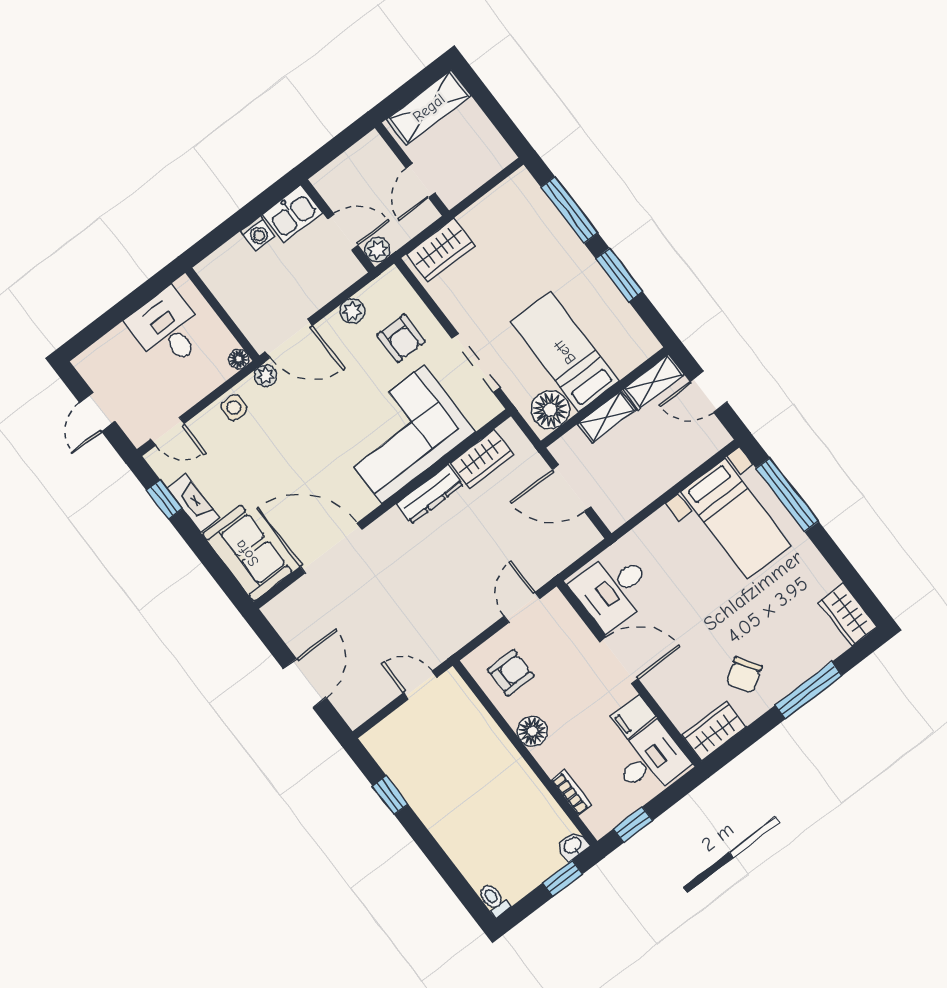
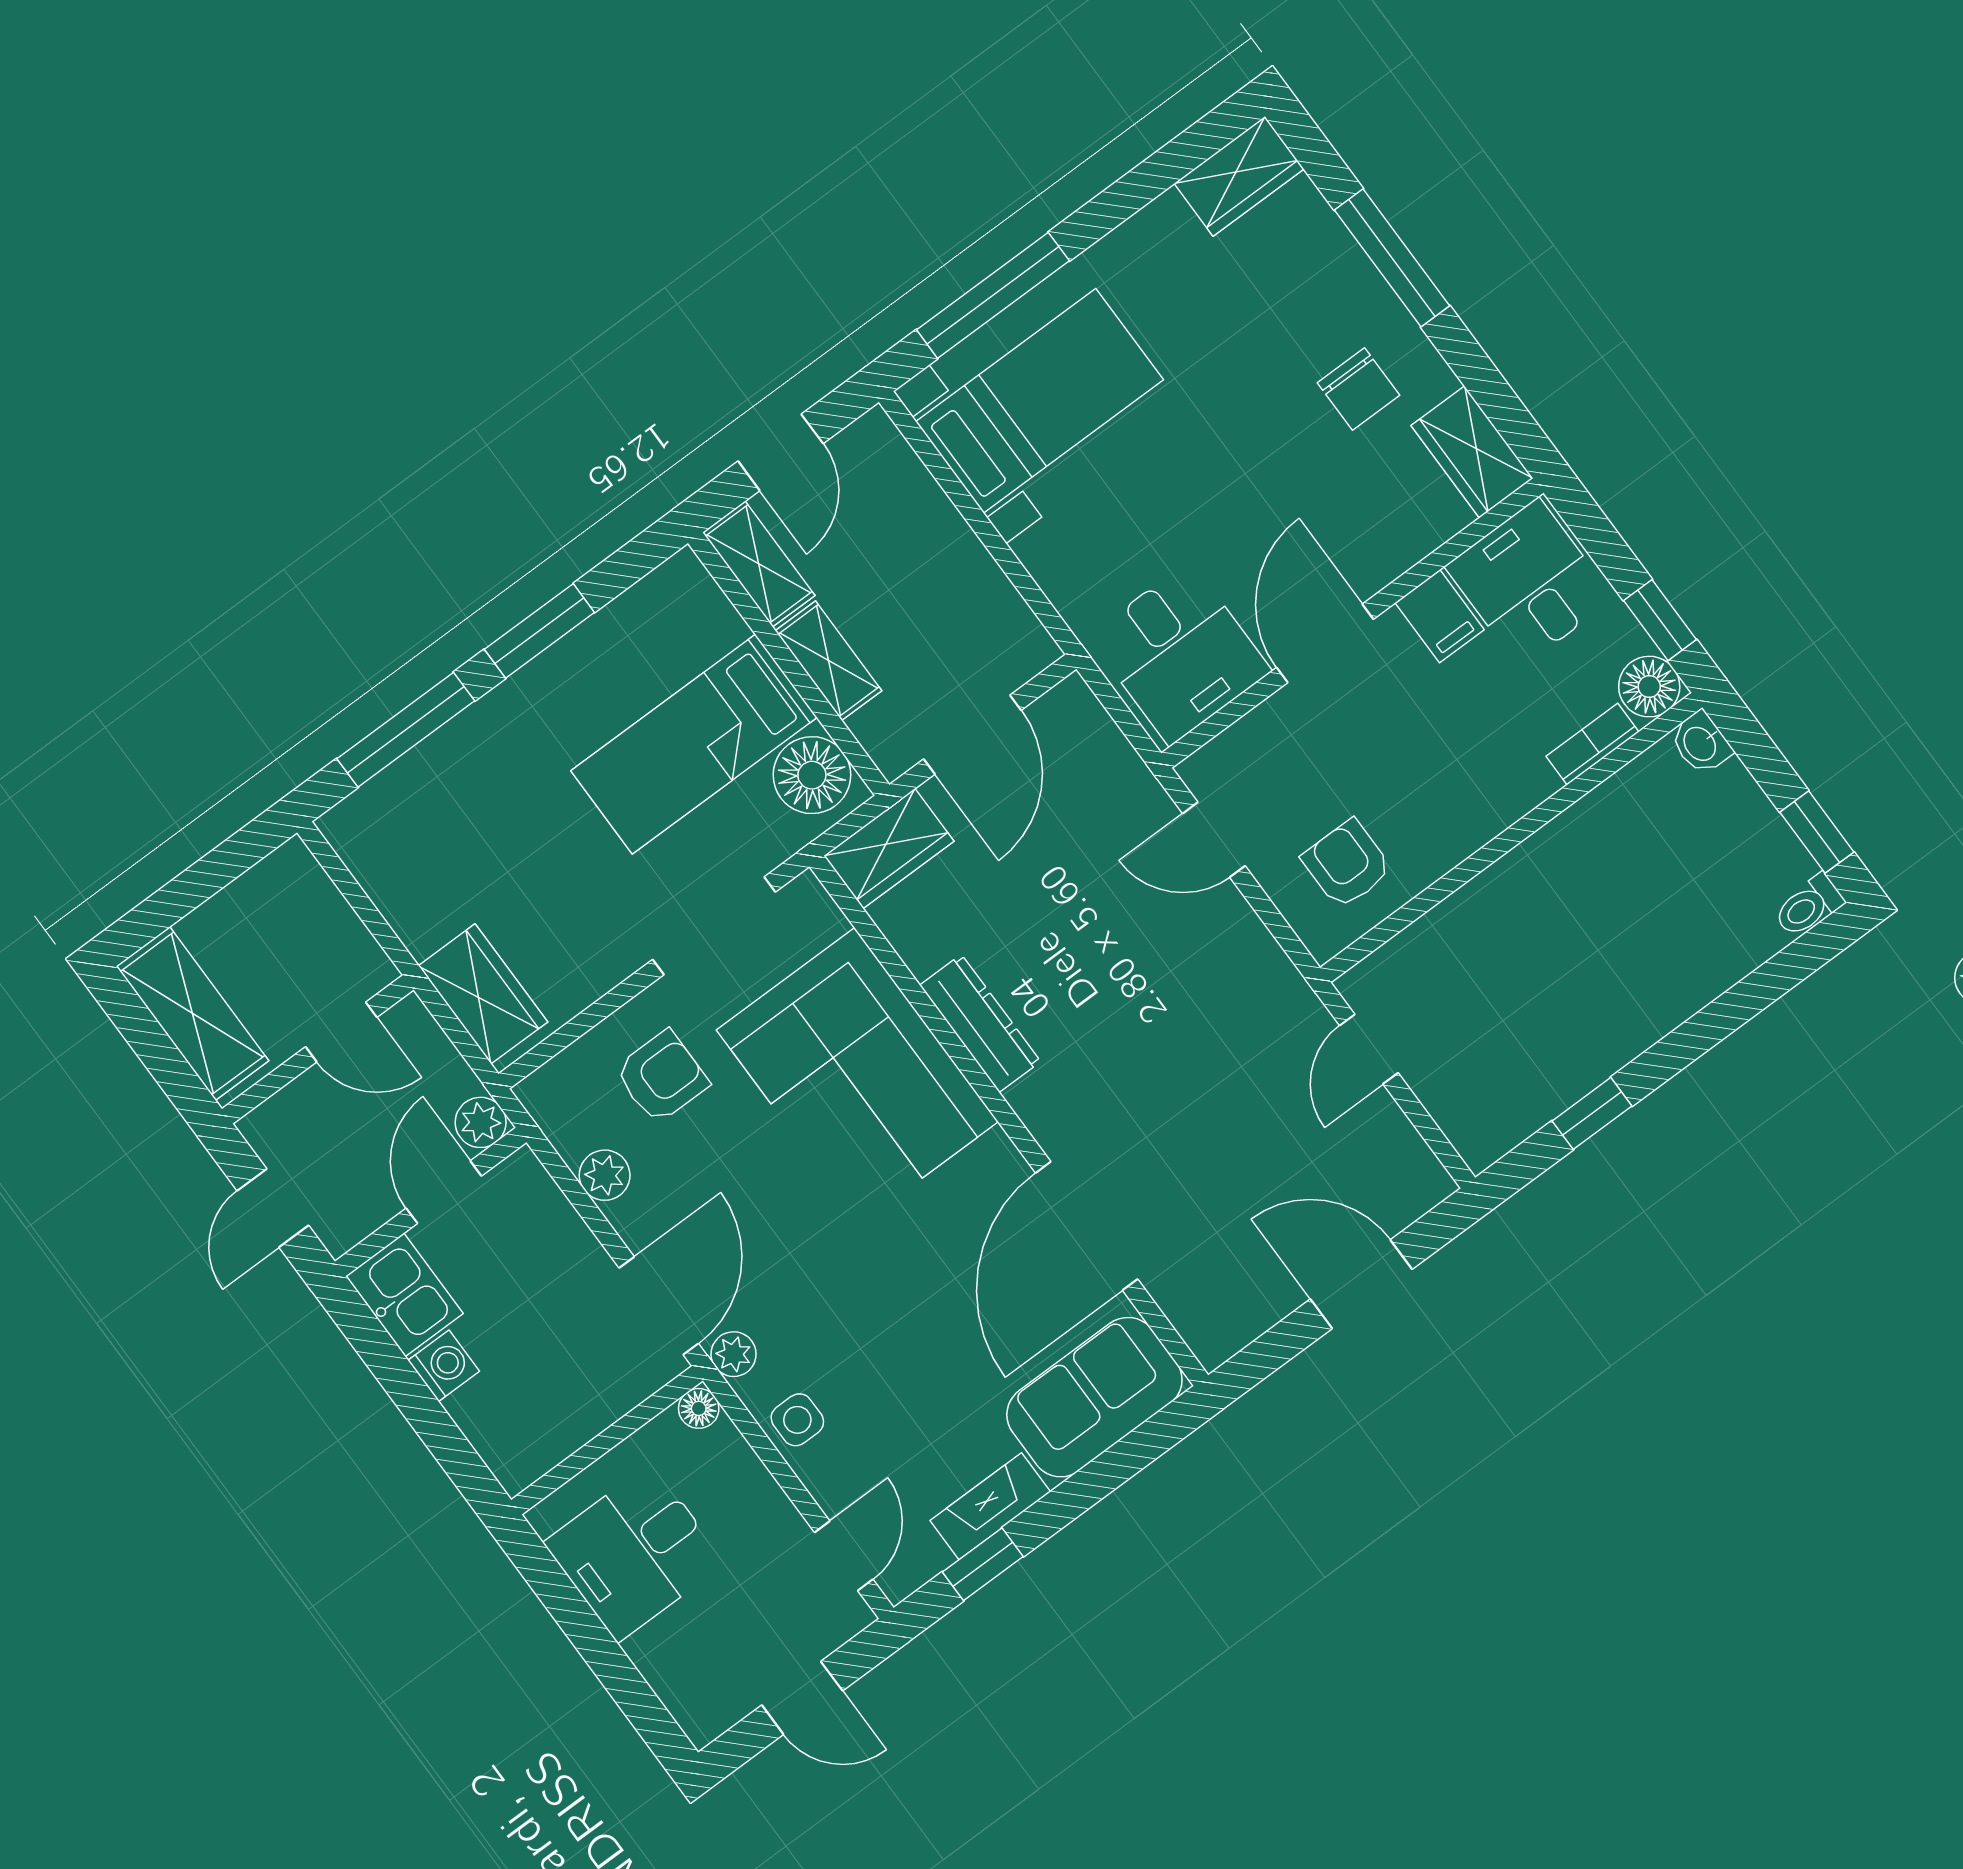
door: (334, 148) -> (273, 1208), added
wardrobe: (482, 459) -> (889, 848), moved, turned 90
chair: (744, 675) -> (1359, 389), turned 34
floor lamp: (532, 731) -> (1649, 687), moved
window: (563, 878) -> (1817, 832), moved

